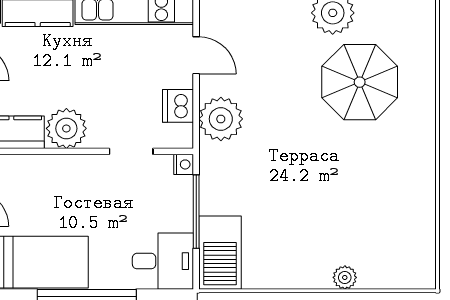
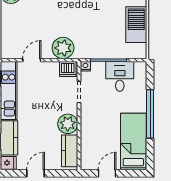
dishwasher: (178, 106) -> (68, 69), moved
barbecue: (220, 253) -> (136, 25), moved, turned -90
desk: (163, 261) -> (120, 76), moved

